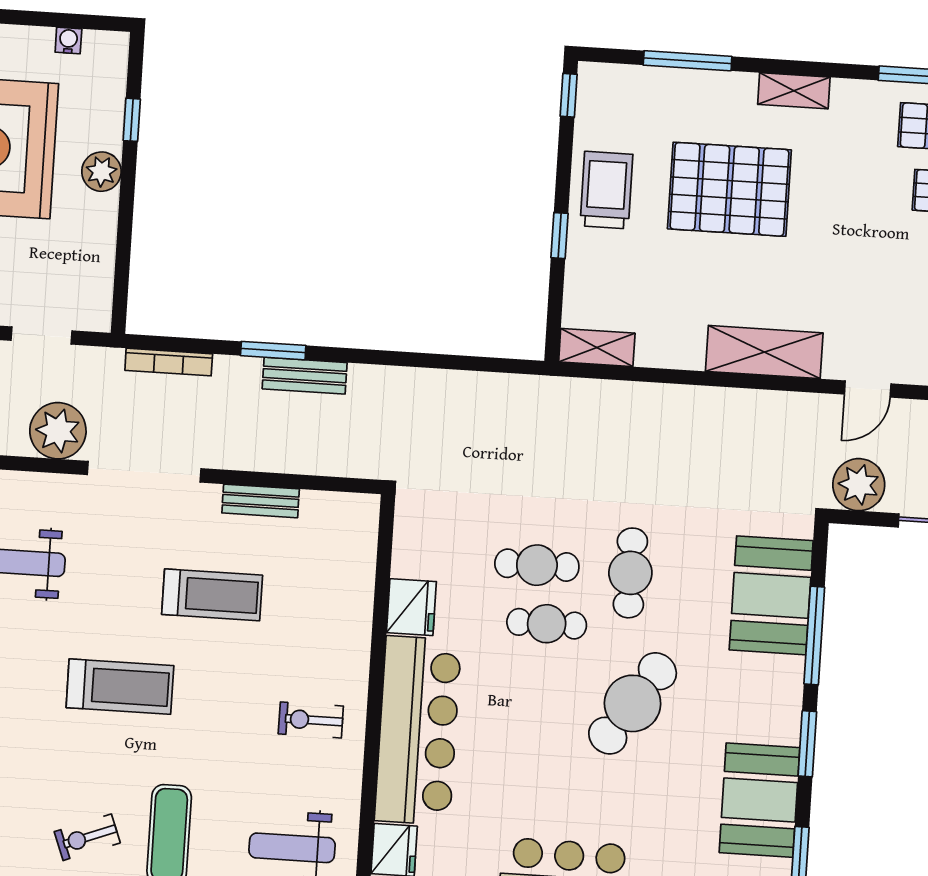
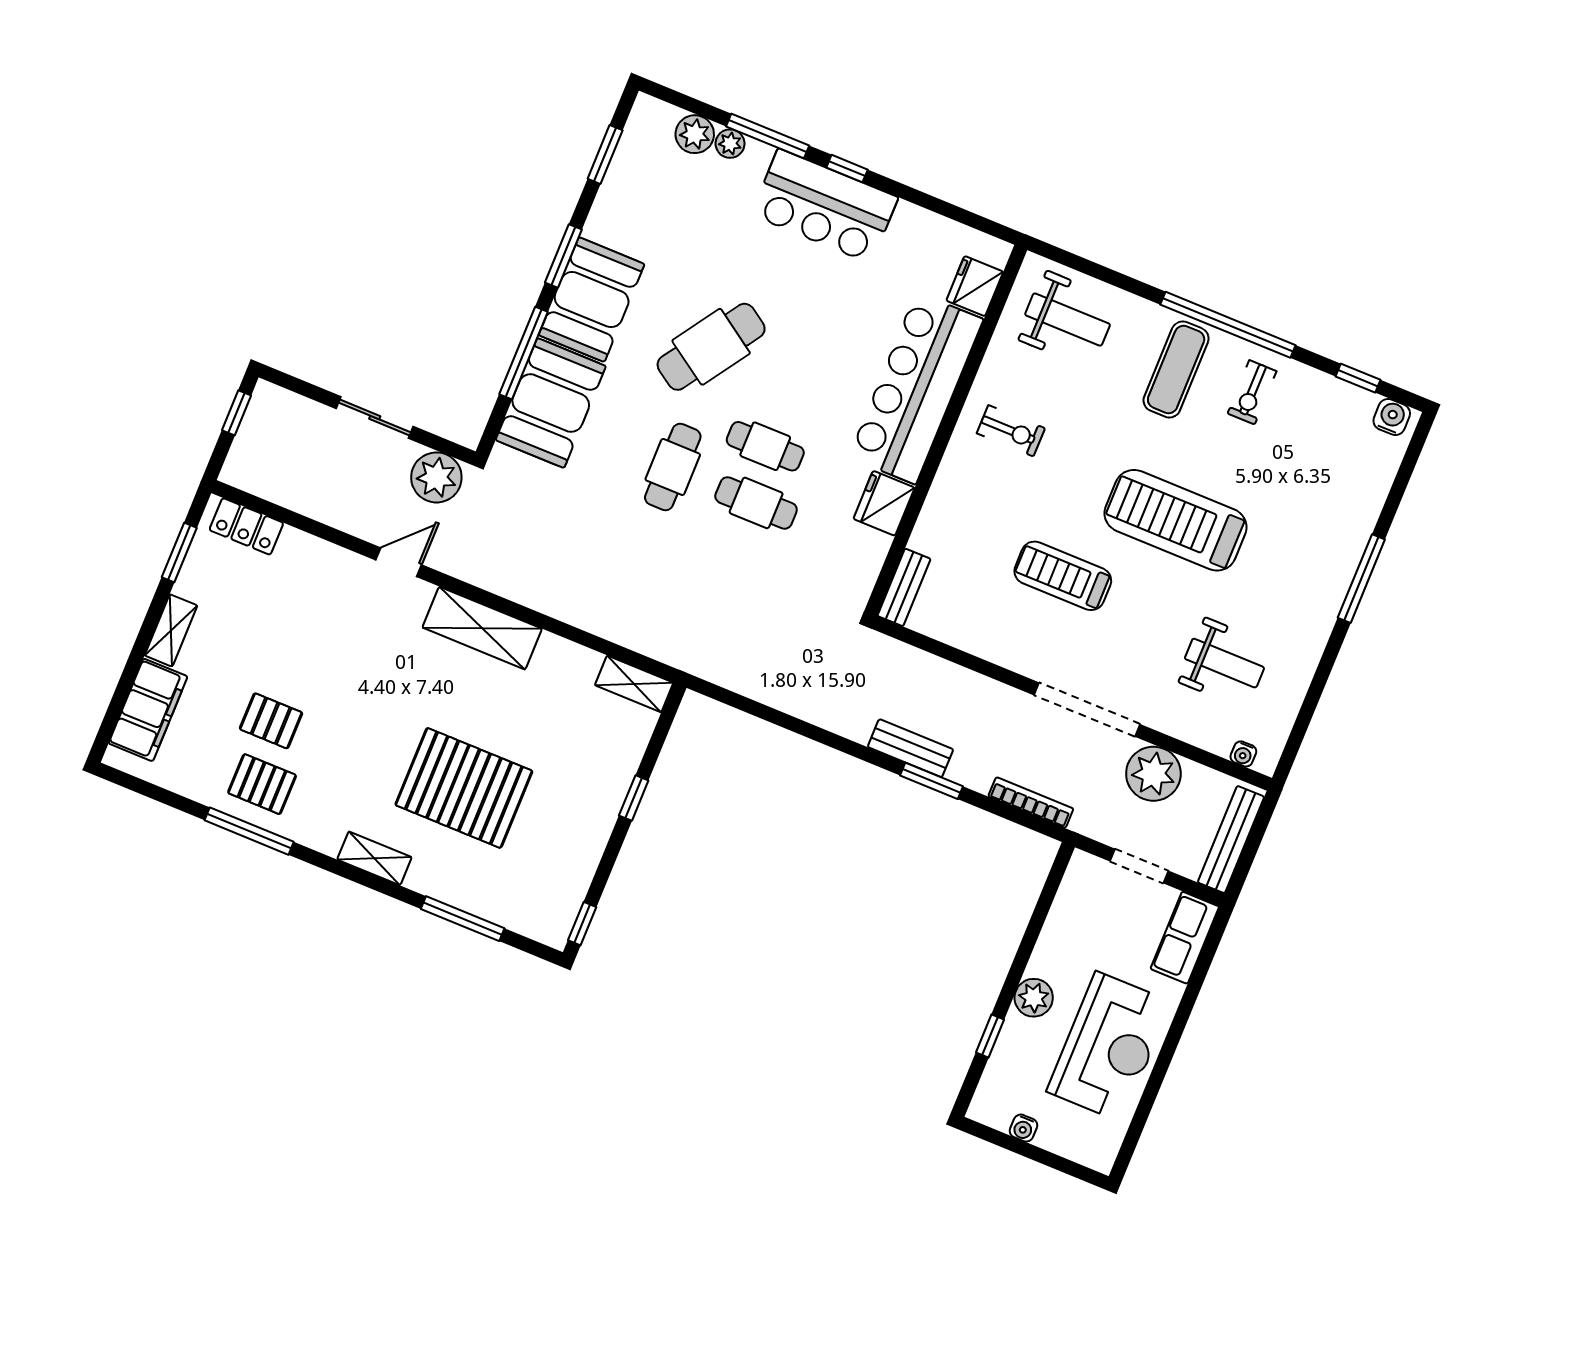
trolley: (606, 190) -> (577, 825), removed
bench: (261, 501) -> (904, 587), moved, turned 90
treadmill: (120, 687) -> (1176, 520), width x1.37, depth x1.38
booth: (760, 800) -> (592, 300), moved
exercise bike: (87, 837) -> (1252, 392), turned 111

